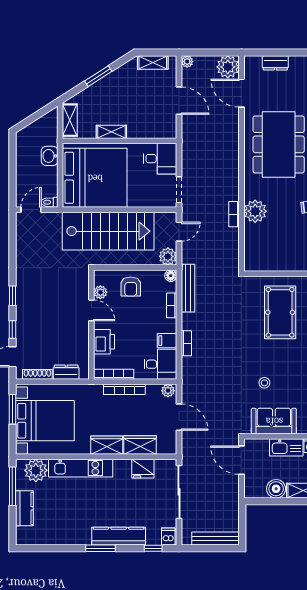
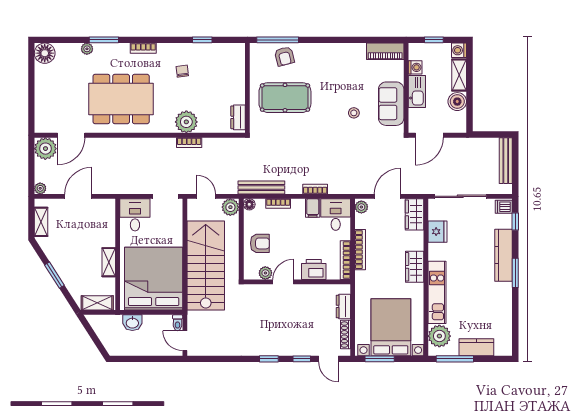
dresser: (275, 63) -> (238, 117), moved, turned 180
wardrobe: (140, 445) -> (415, 214), moved

